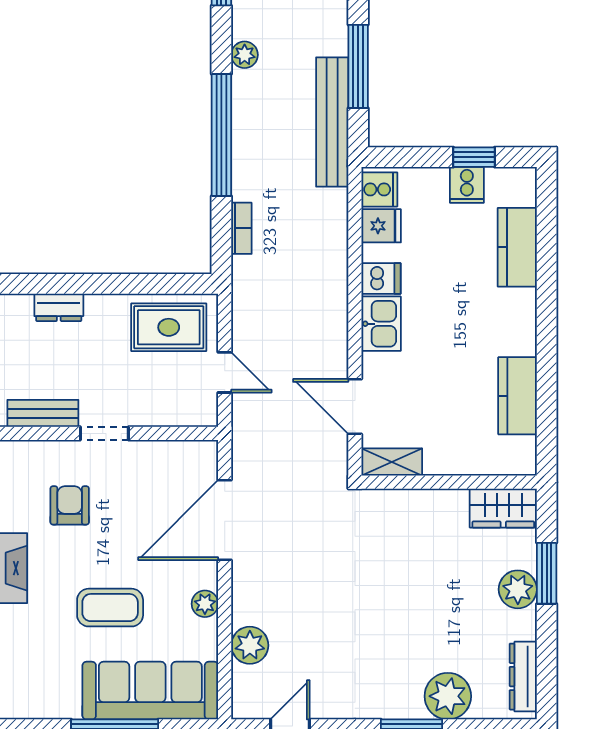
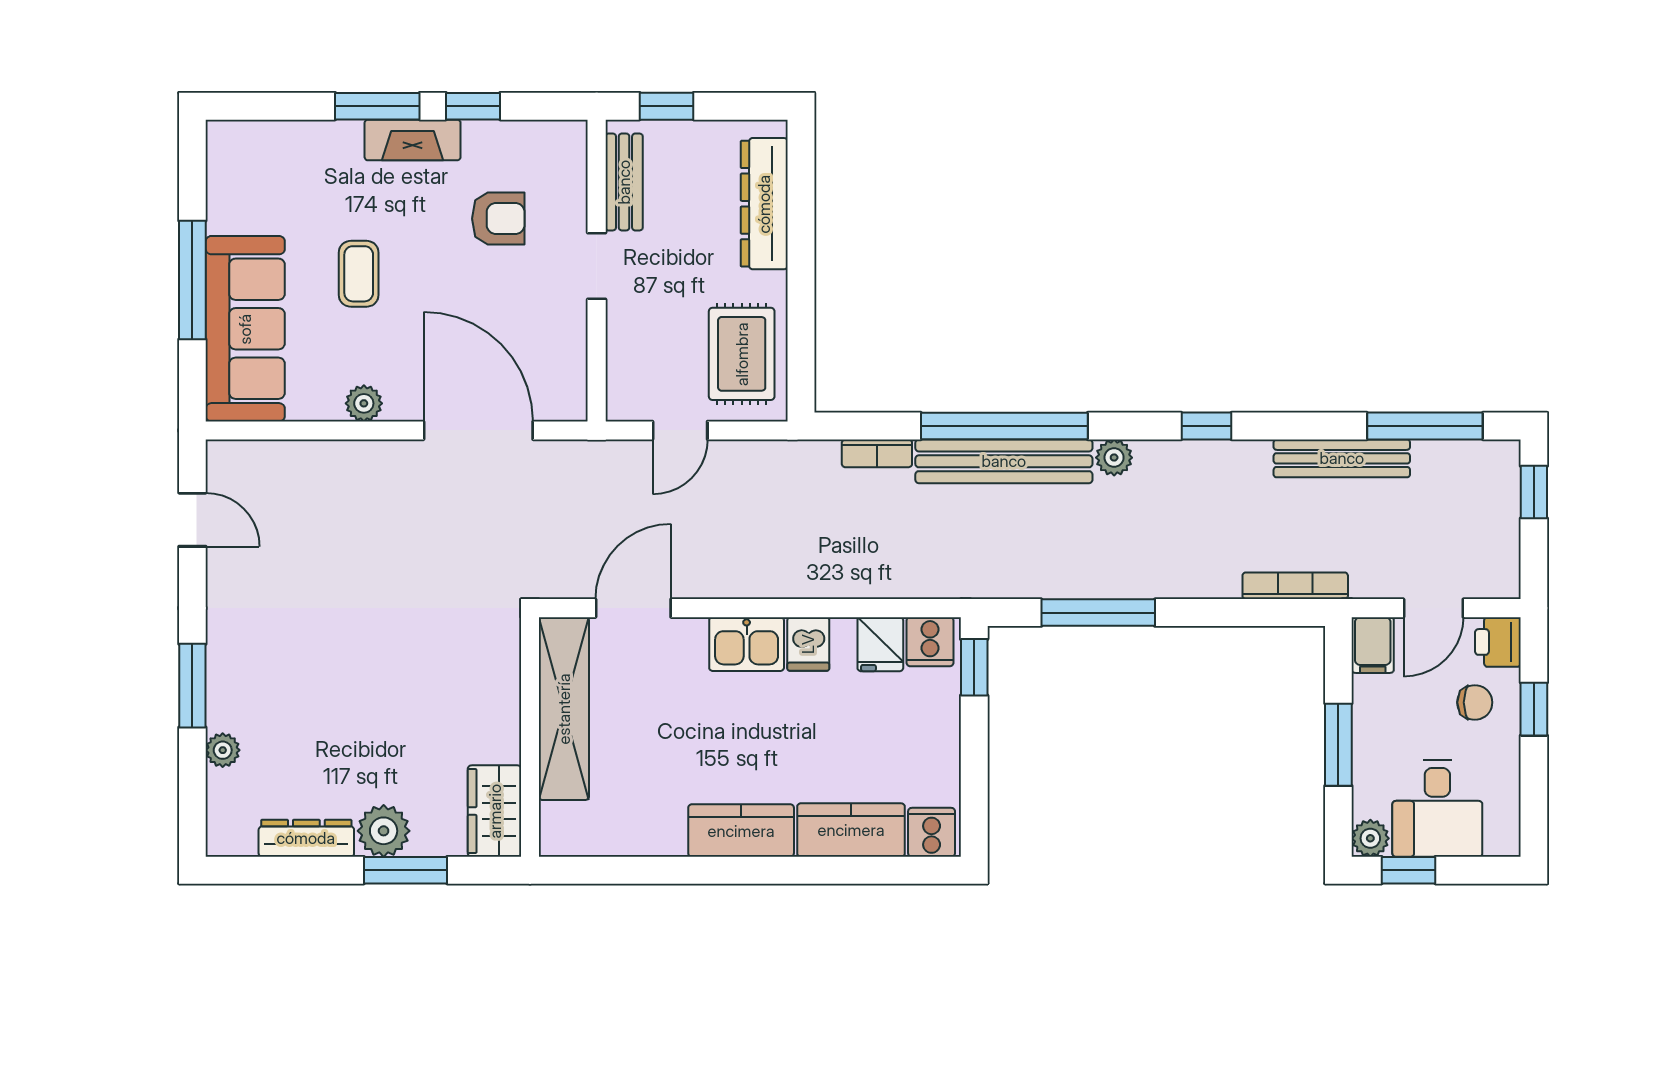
bench: (332, 122) -> (1004, 461), moved
window: (474, 157) -> (974, 667), moved
cooker: (467, 185) -> (932, 832), moved, turned 90
dresser: (59, 307) -> (764, 204), width x1.96, depth x1.24
kitchen counter: (518, 396) -> (741, 831), moved
shelving: (392, 462) -> (564, 709), width x2.20, depth x1.33
coffee table: (110, 608) -> (359, 274), width x0.73, depth x0.77
plant: (250, 645) -> (307, 465), removed
dresser: (523, 677) -> (306, 838), moved
plant: (448, 696) -> (223, 750), width x0.53, depth x0.53

